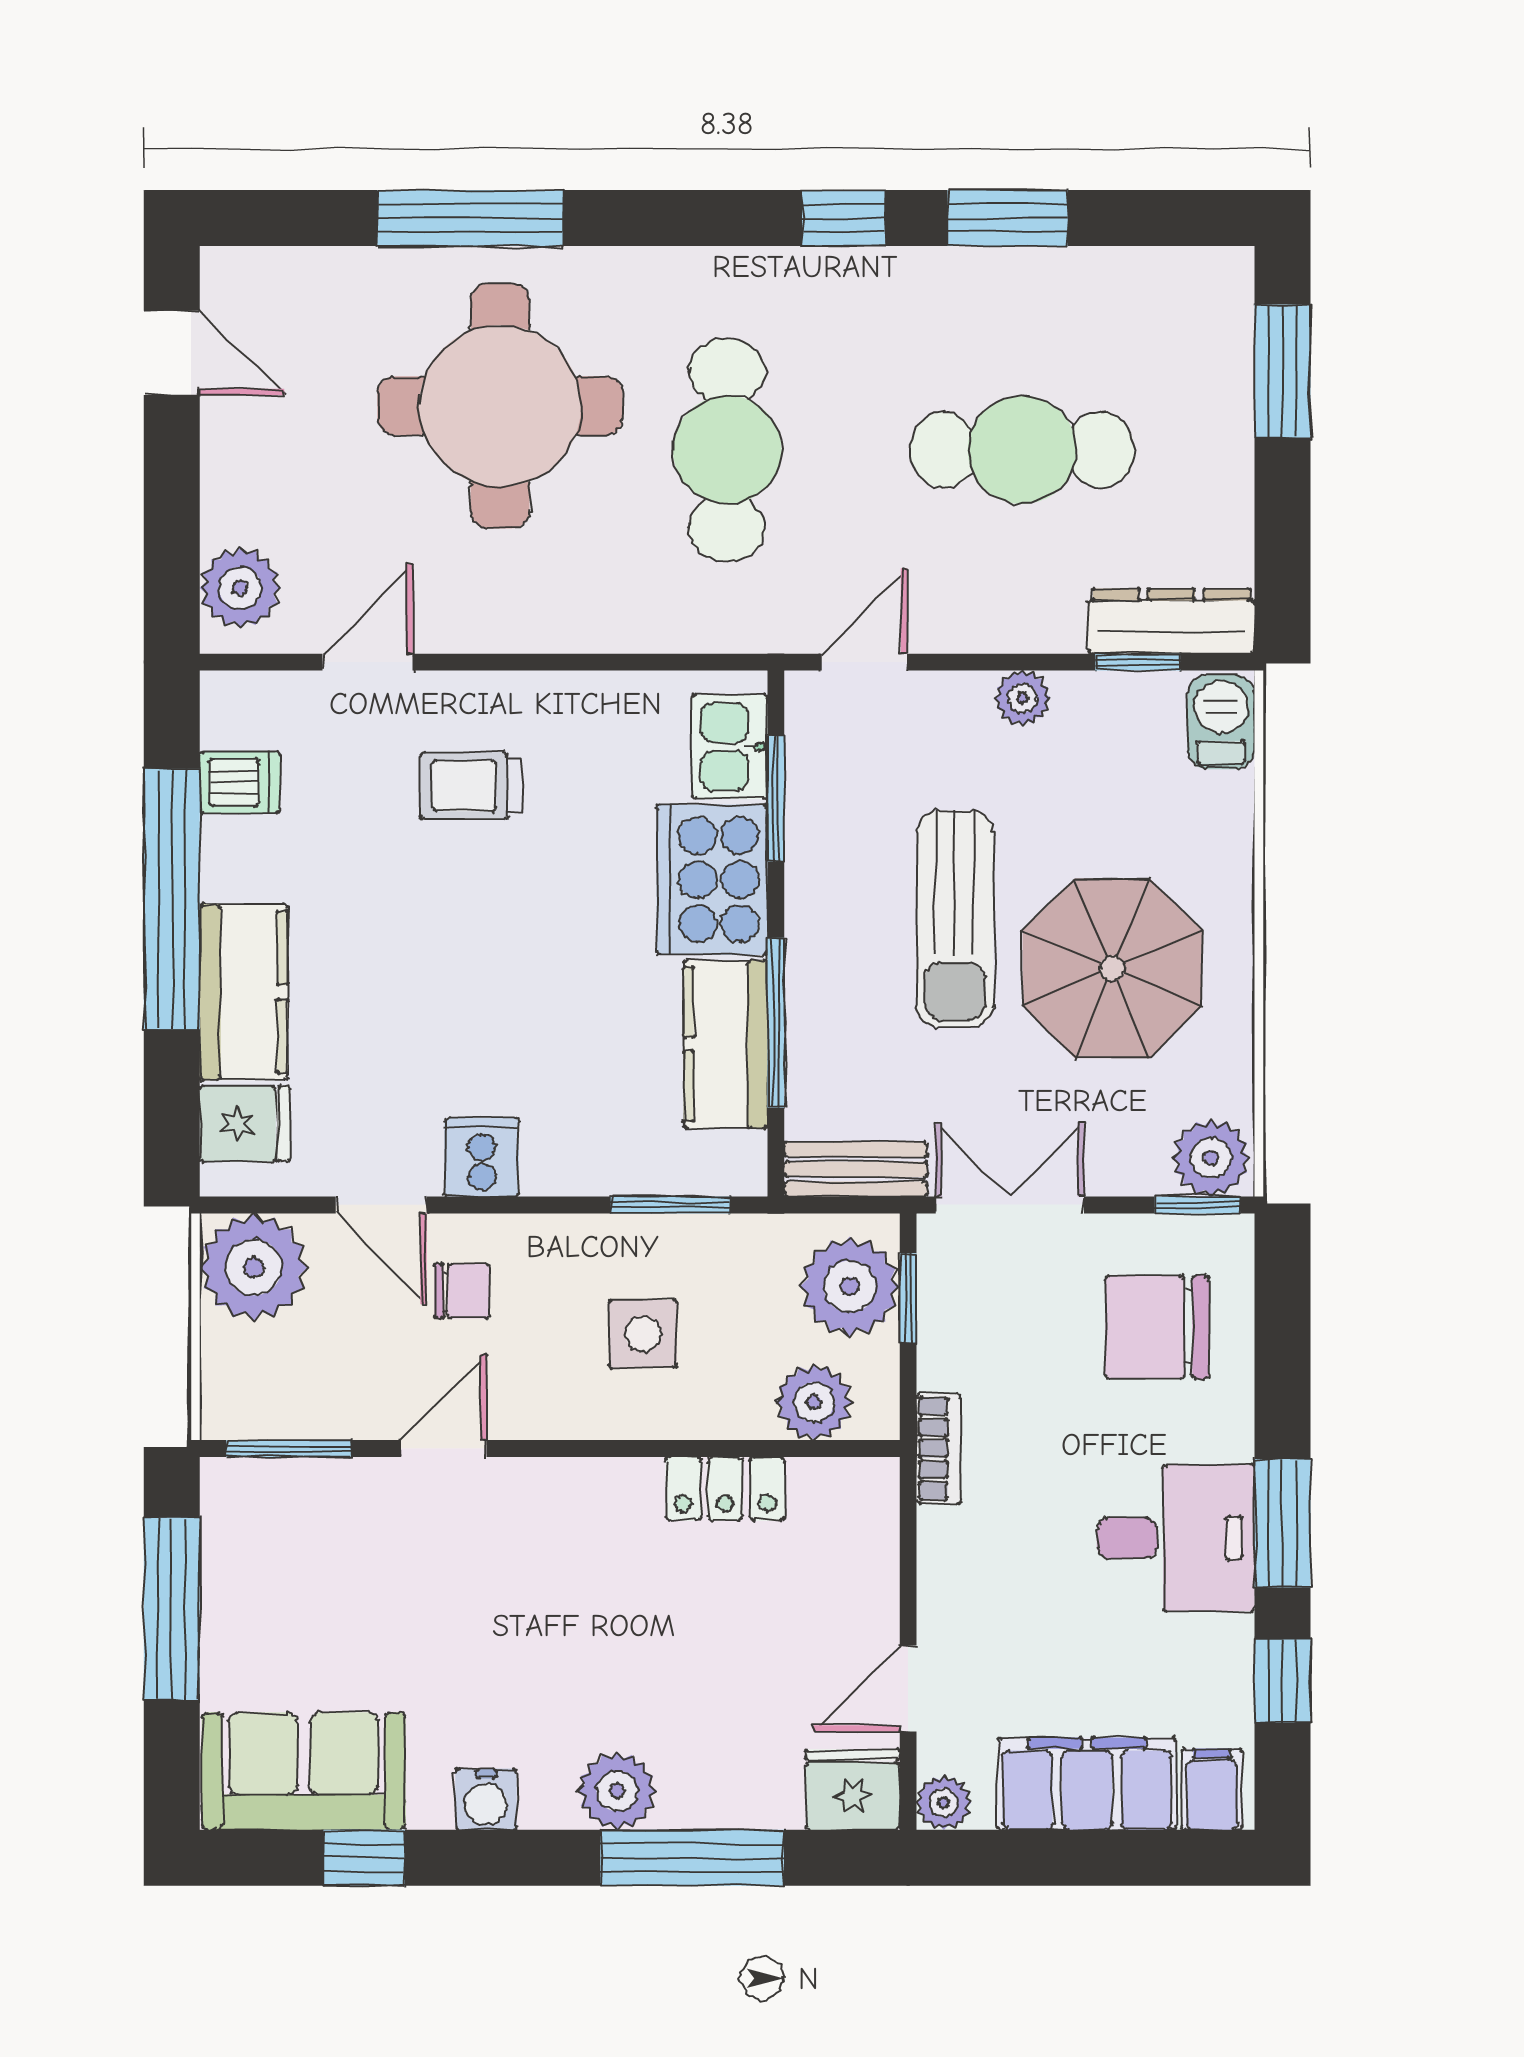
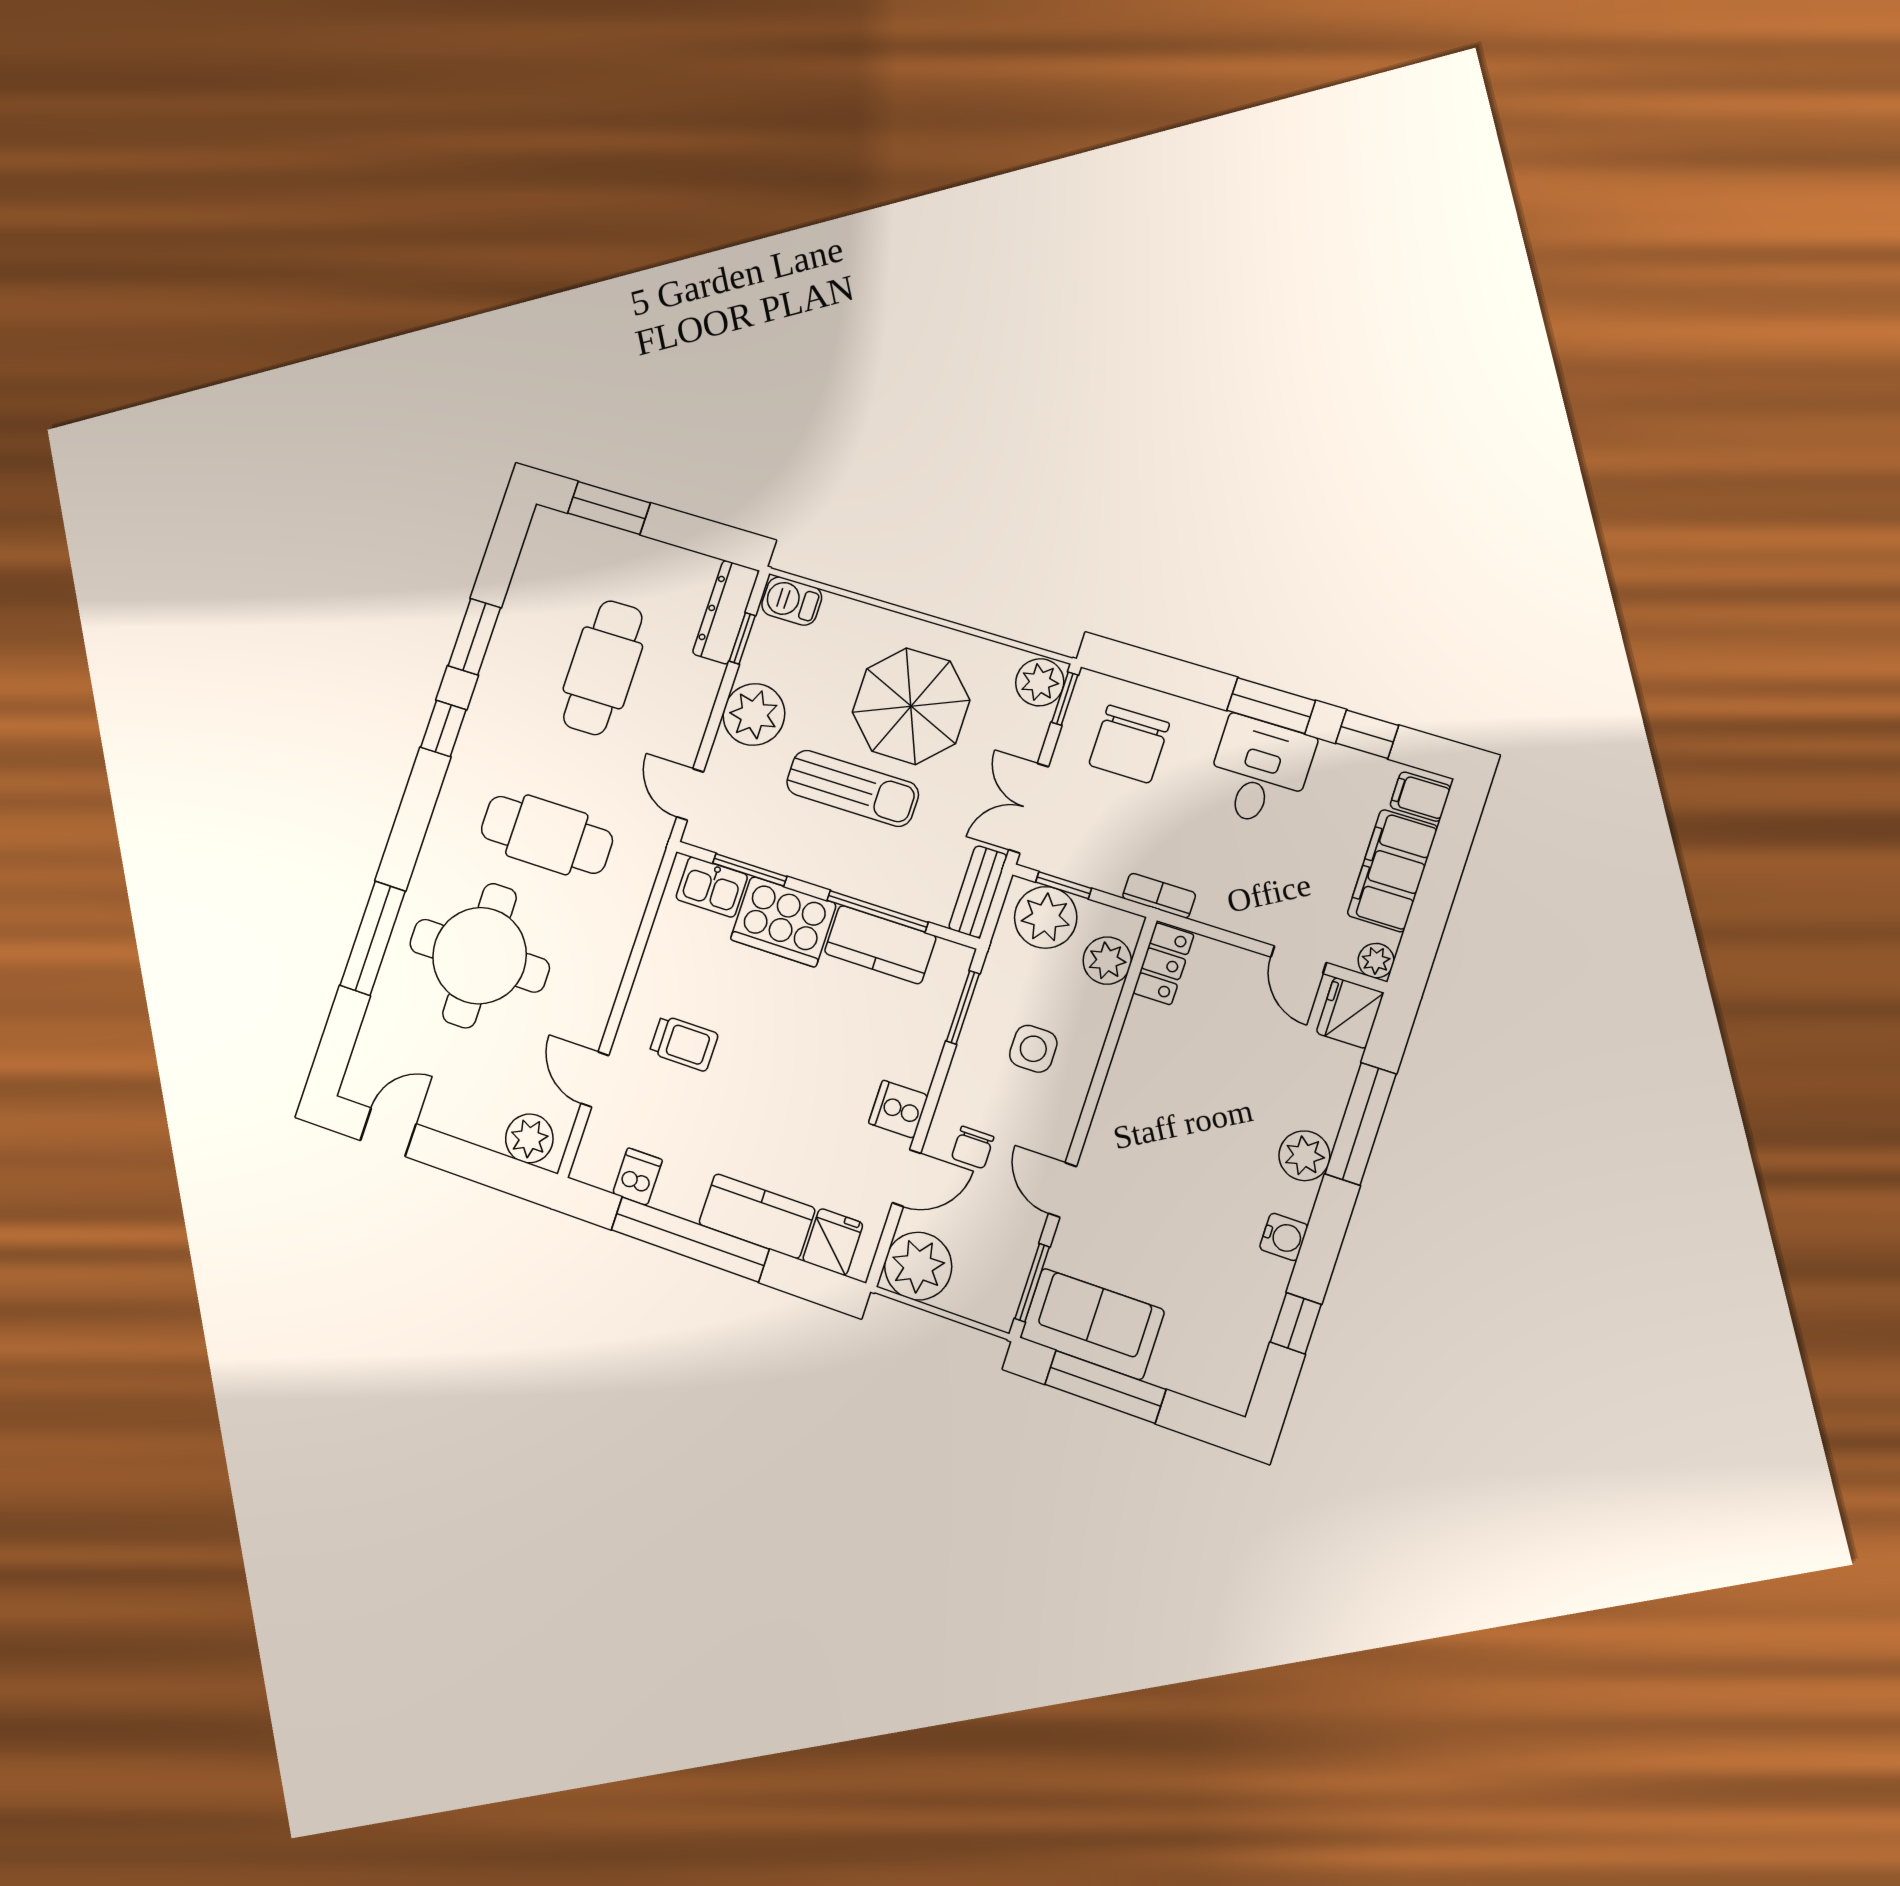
plant: (1023, 698) -> (754, 715), width x1.87, depth x1.87
trolley: (471, 786) -> (684, 1043), turned -90
chair: (462, 1291) -> (973, 1147), turned 180
locker: (725, 1489) -> (1163, 964), moved
sofa: (304, 1771) -> (1092, 1324), moved, turned 90

